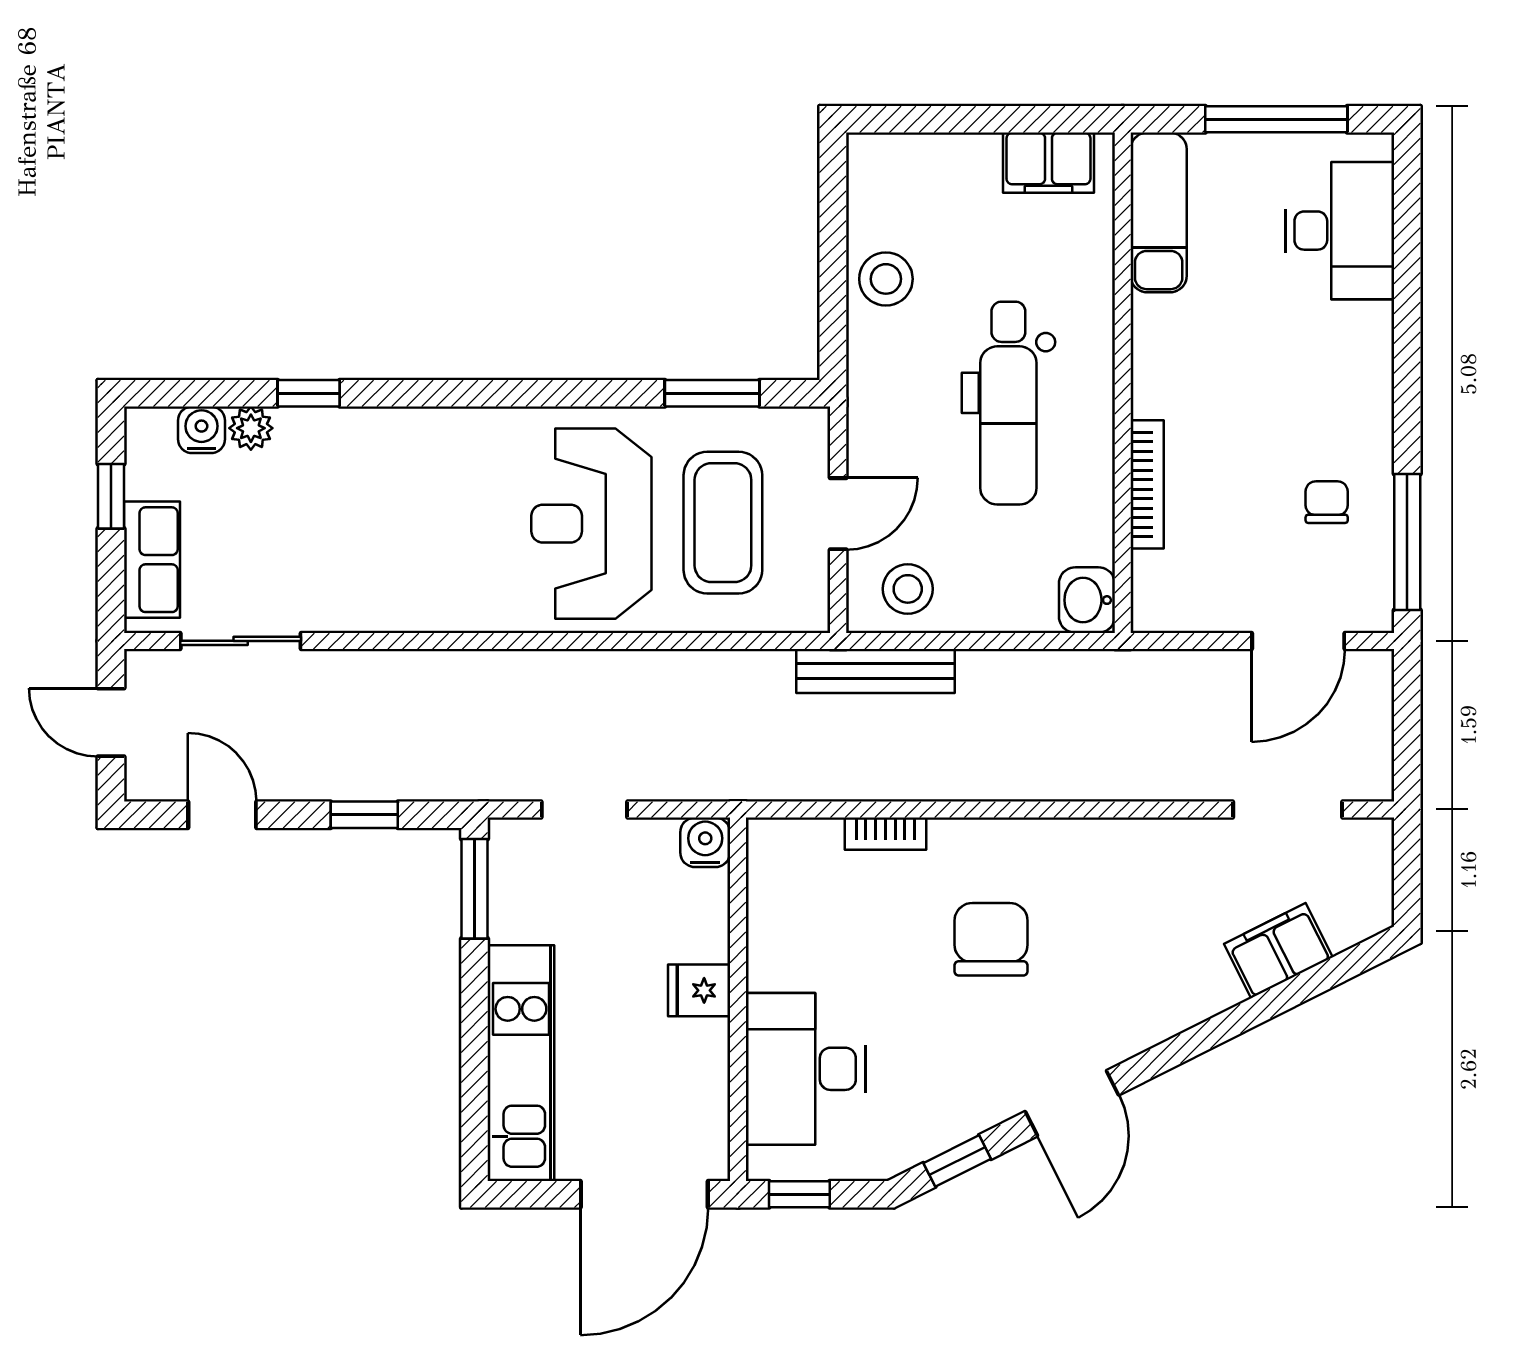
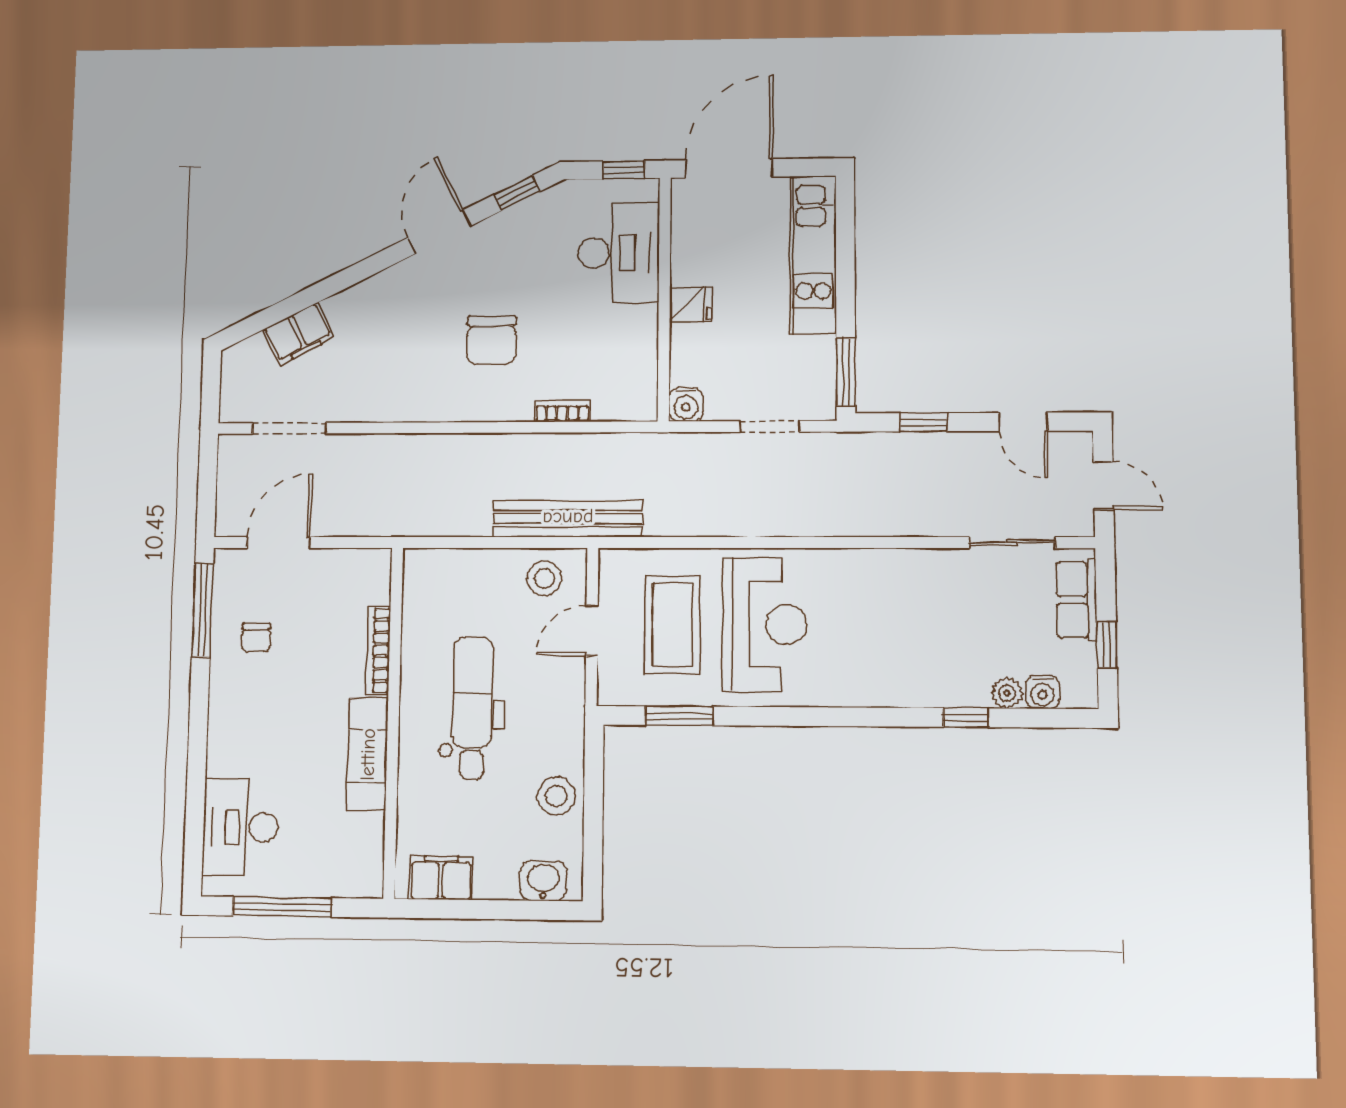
exam couch: (1159, 212) -> (368, 754), moved
washbasin: (1087, 600) -> (543, 881), moved, turned -90
bench: (875, 671) -> (568, 519), width x1.37, depth x1.21

